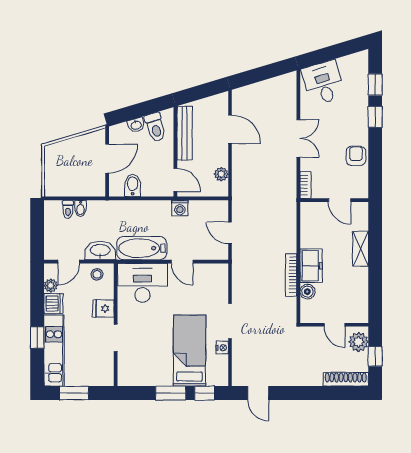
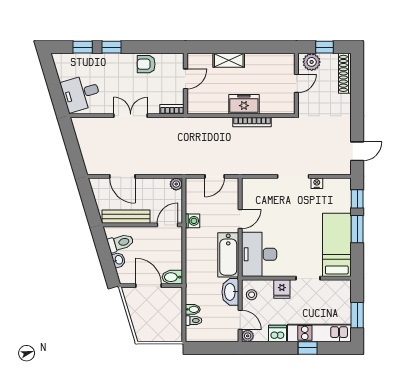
door: (230, 129) -> (122, 176), swing flipped
plant: (221, 174) -> (176, 184), moved
bidet: (133, 185) -> (172, 277), moved
plant: (51, 286) -> (248, 336), moved
boiler: (307, 292) -> (267, 107), removed
bed: (190, 351) -> (337, 245), moved, turned 90

